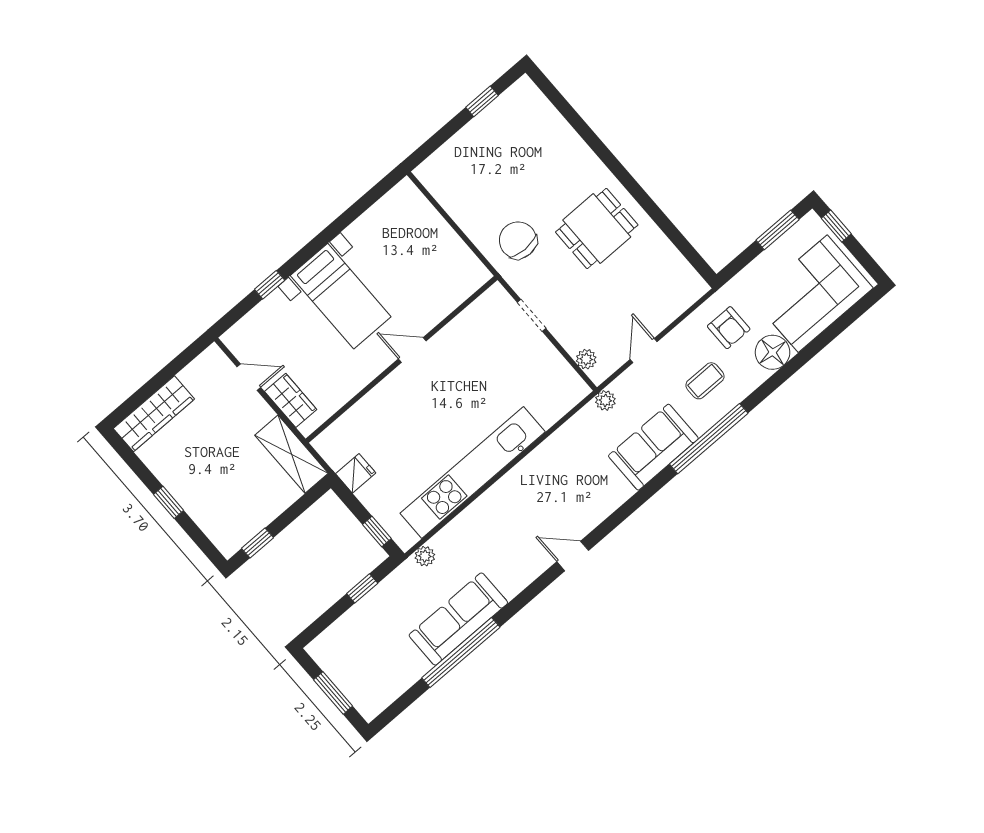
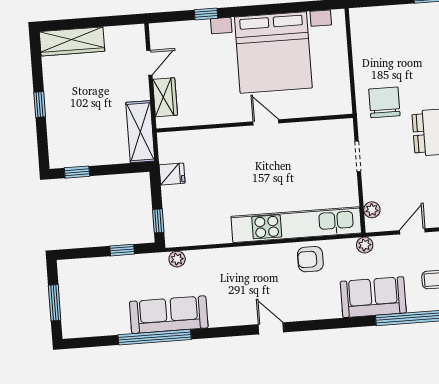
bed with nightstands: (341, 296) -> (273, 52), width x1.85
door: (249, 377) -> (149, 63), hinge flipped
armchair: (561, 456) -> (310, 259), added
kitchen unit: (473, 473) -> (296, 225), moved

